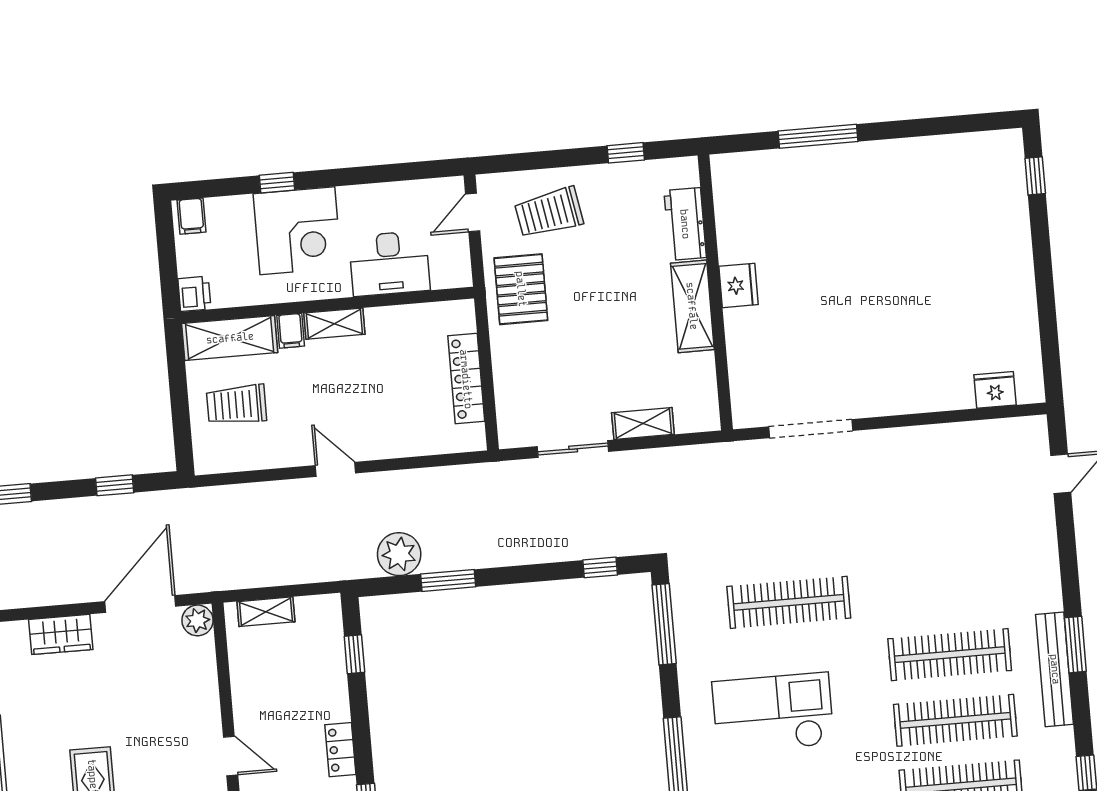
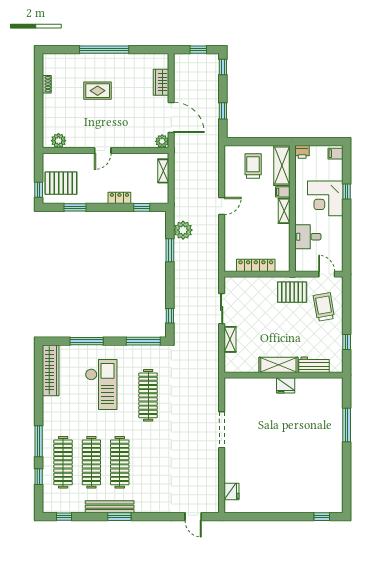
desk: (389, 263) -> (308, 237), width x0.73
doorway: (811, 429) -> (222, 430), moved
locker: (340, 750) -> (119, 198), moved

